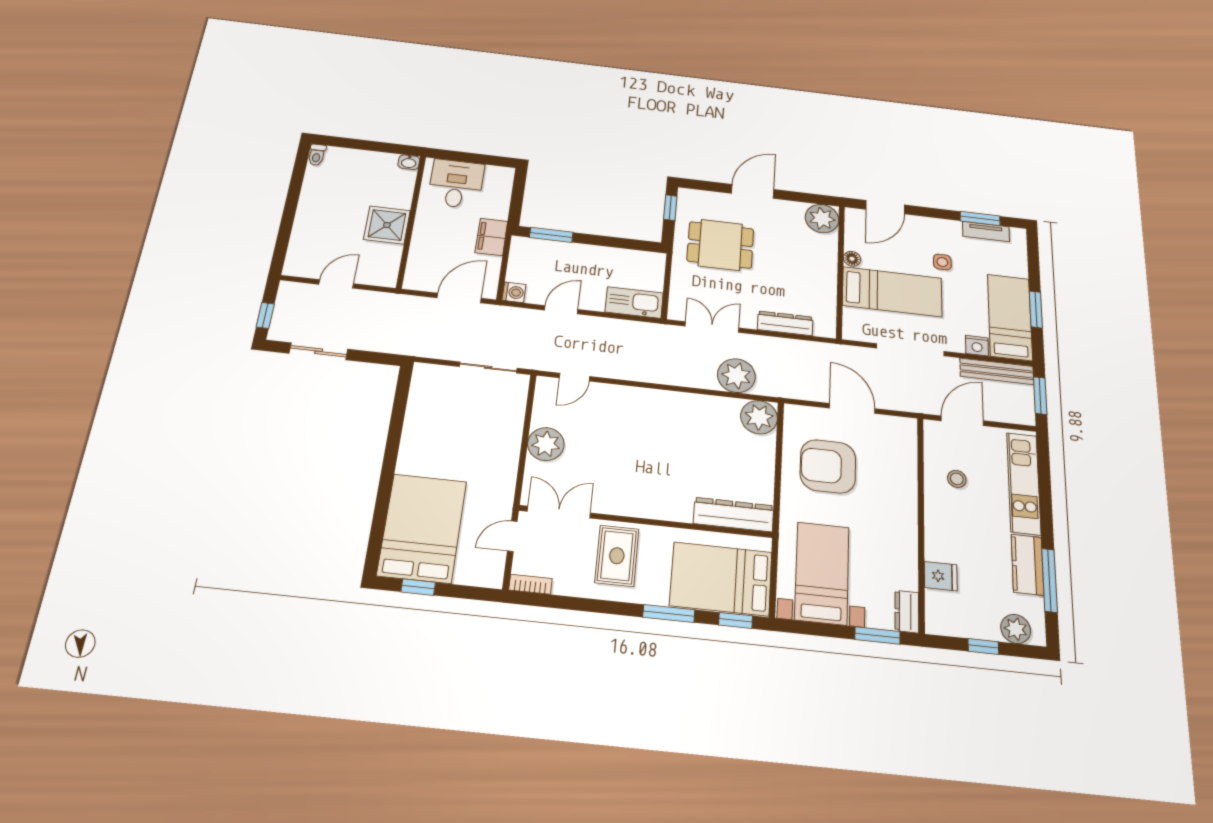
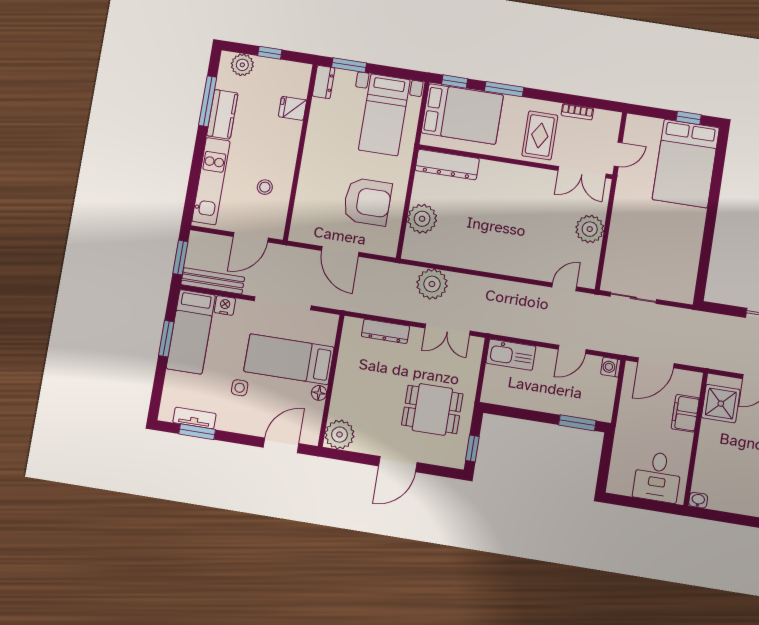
shower: (387, 225) -> (721, 404), moved
filing cabinet: (491, 237) -> (685, 413), moved, turned 180
plant: (759, 417) -> (422, 219), moved
bookcase: (530, 584) -> (577, 112), moved

